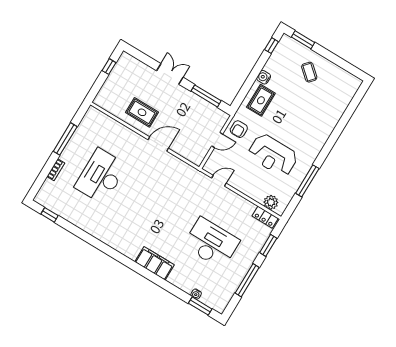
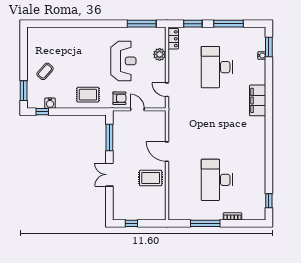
water cooler: (264, 77) -> (50, 103), moved
rug: (142, 112) -> (151, 178), turned 90
desk: (101, 176) -> (217, 180), turned 90
window: (307, 181) -> (142, 24), moved
plant: (271, 202) -> (160, 54), moved

